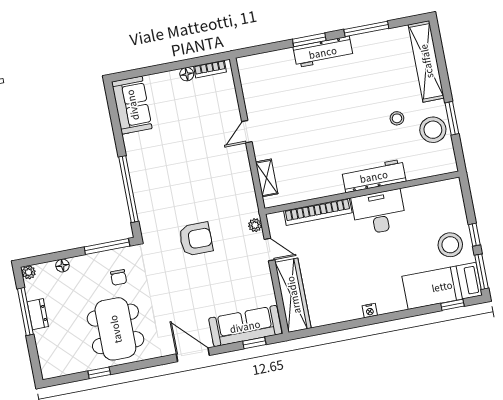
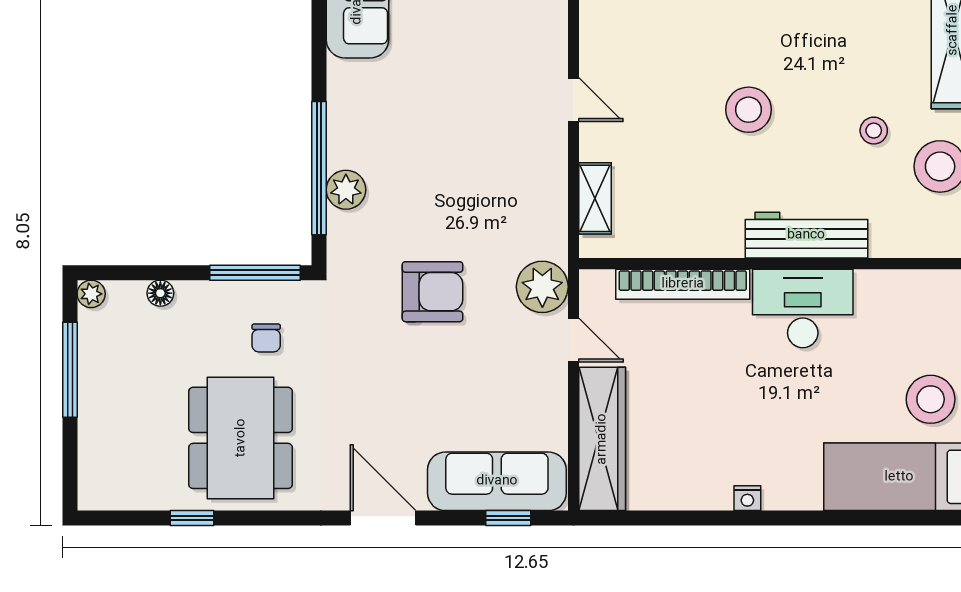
stool: (334, 120) -> (749, 110), added
door: (247, 132) -> (574, 100), swing flipped
plant: (144, 197) -> (346, 190), added
plant: (255, 225) -> (542, 287), width x1.88, depth x1.88
window: (452, 305) -> (912, 518), removed
dresser: (38, 314) -> (93, 380), removed

